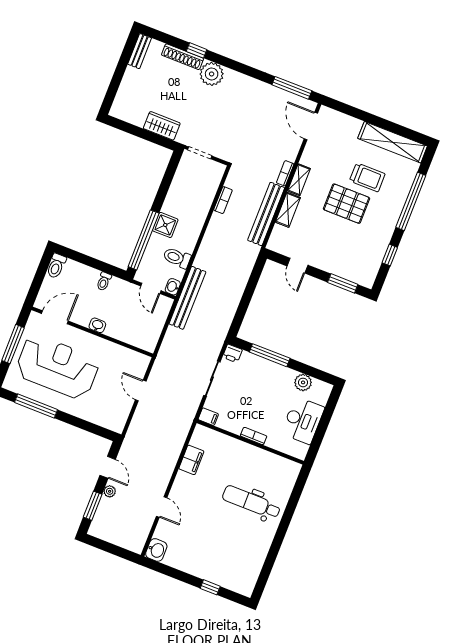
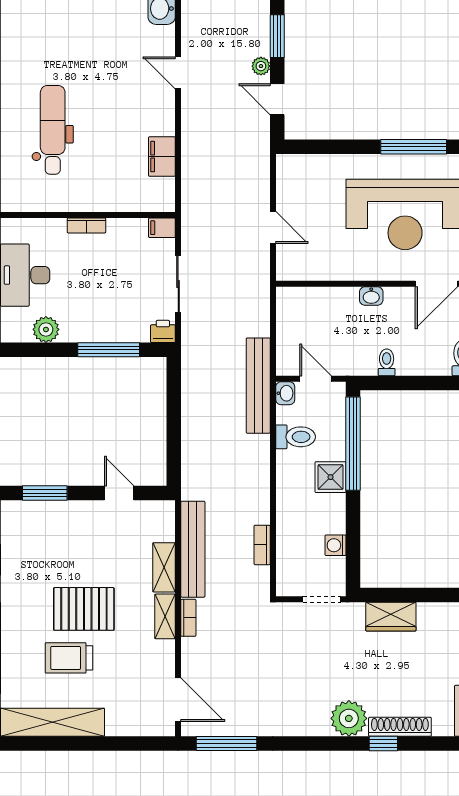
washing machine: (178, 182) -> (336, 545), added
dental chair: (251, 502) -> (53, 130), turned -90

